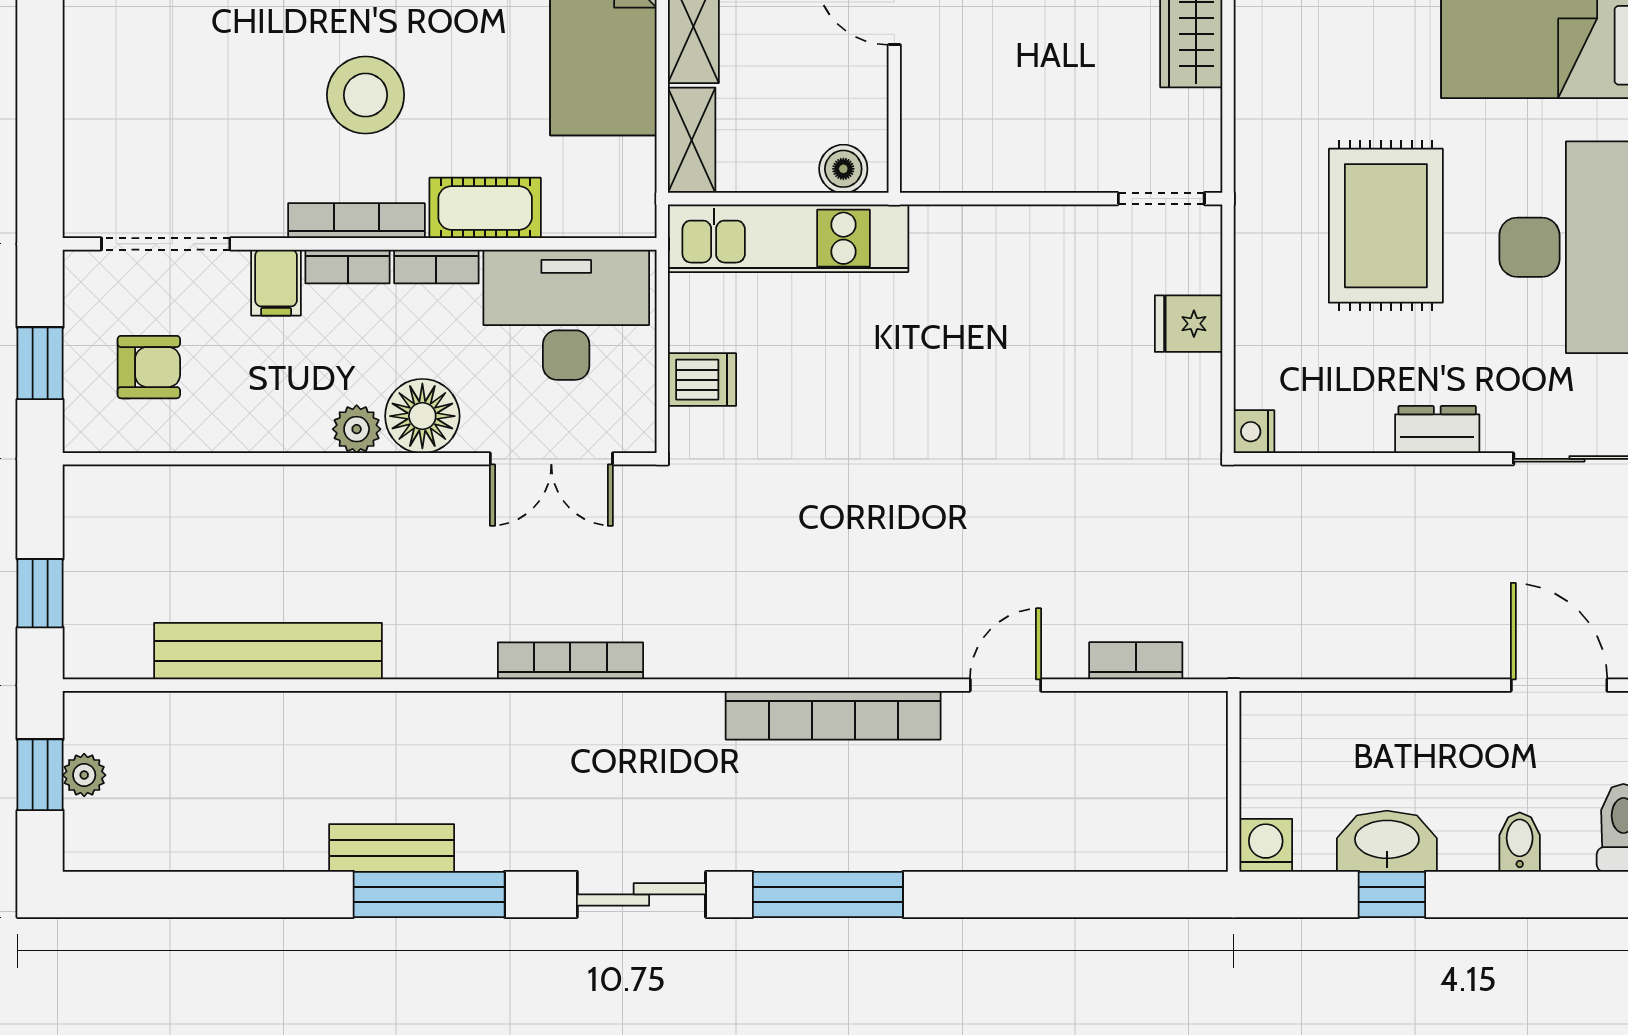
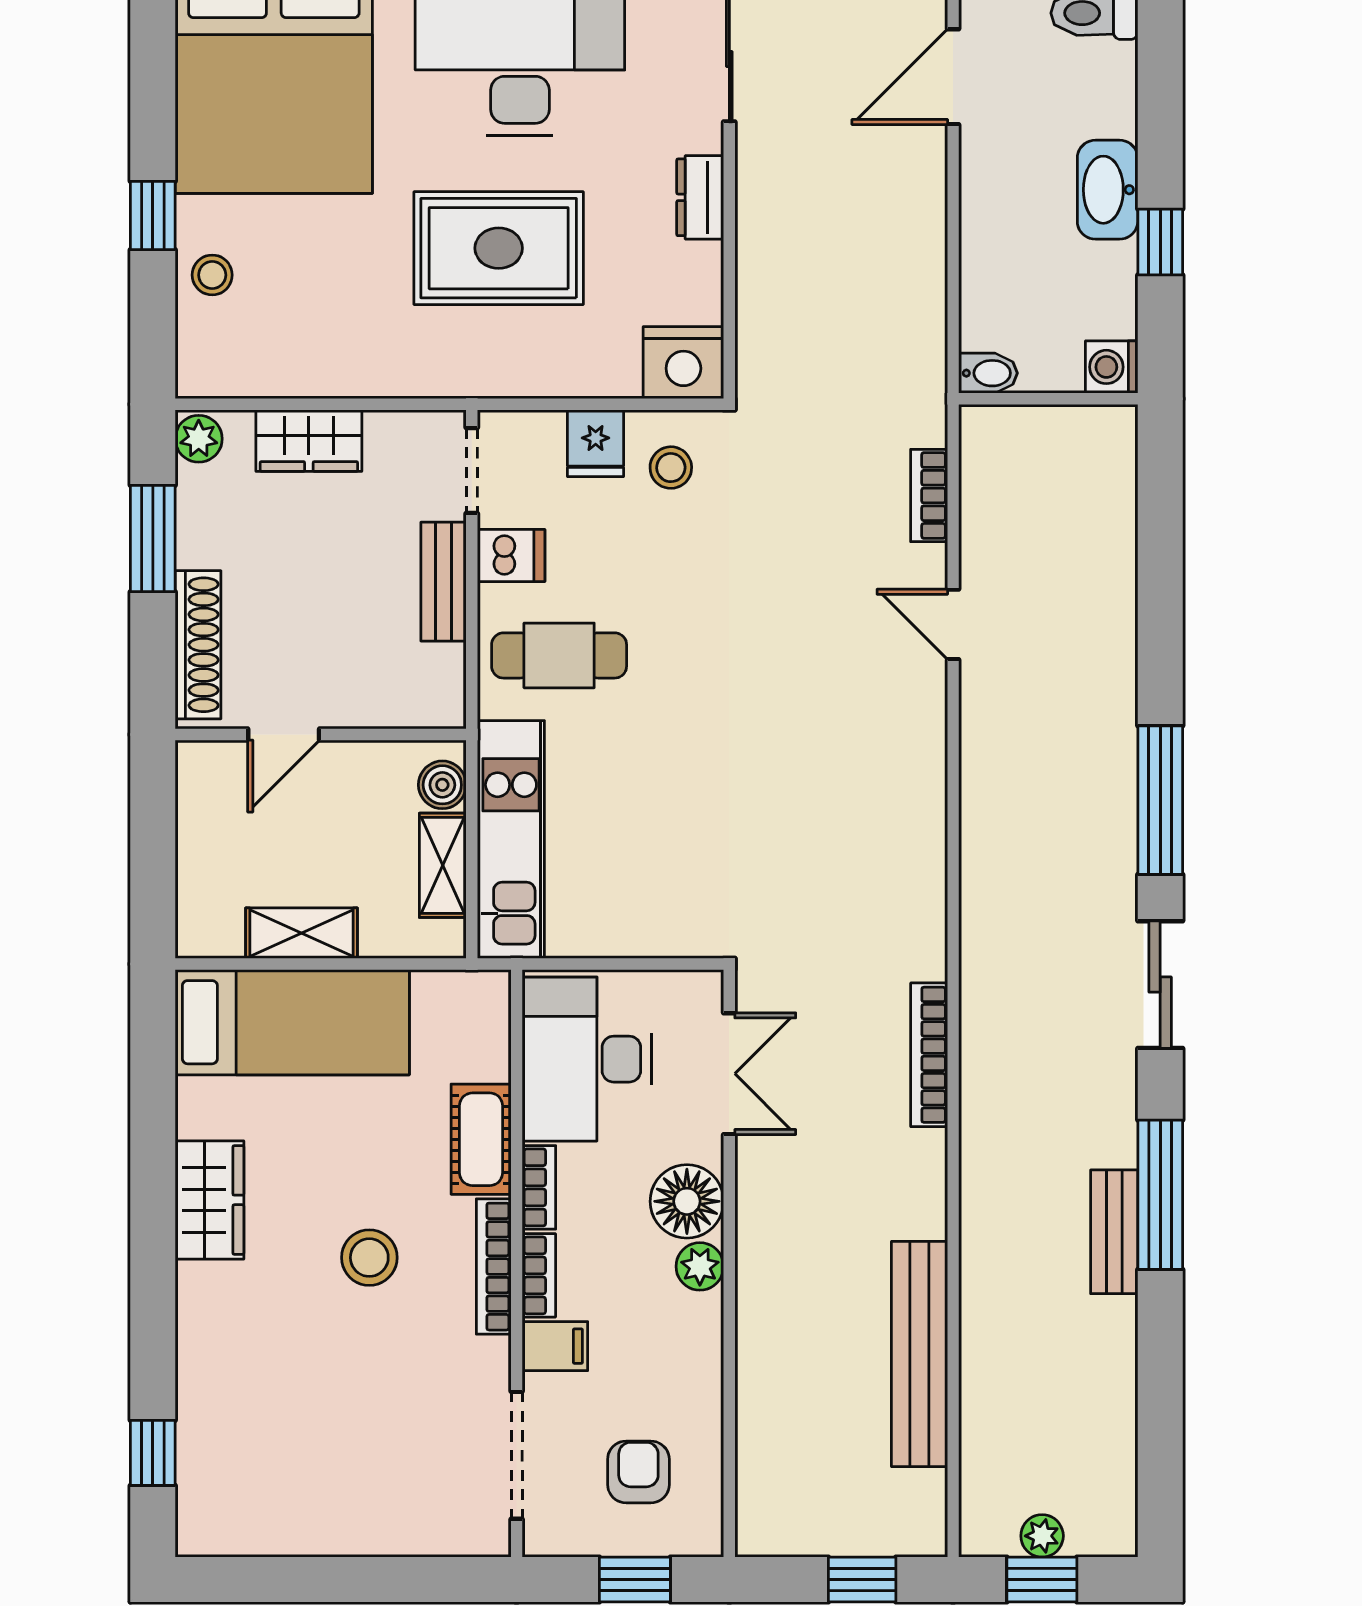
stool: (366, 95) -> (369, 1258), width x0.73, depth x0.73
shelving: (692, 140) -> (443, 865), moved, turned 90
bench: (1049, 170) -> (444, 582), added
cafe table: (974, 287) -> (559, 655), added
dishwasher: (702, 380) -> (511, 556), moved, turned 90
stool: (1164, 400) -> (671, 468), added
nightstand: (1254, 432) -> (683, 363), width x1.89, depth x1.79
bookcase: (833, 715) -> (983, 795), removed
washbasin: (1387, 841) -> (1108, 190), moved
bidet: (1520, 842) -> (988, 373), moved, turned 180

